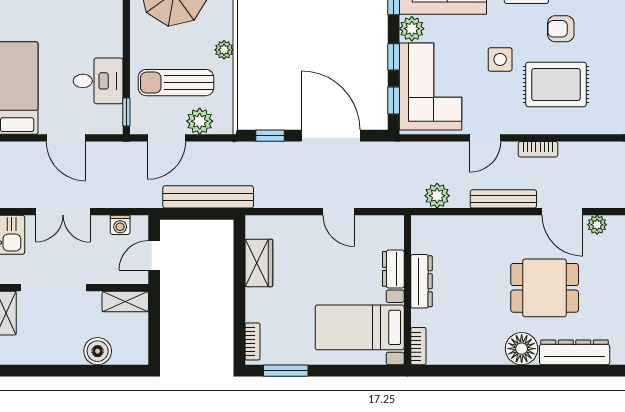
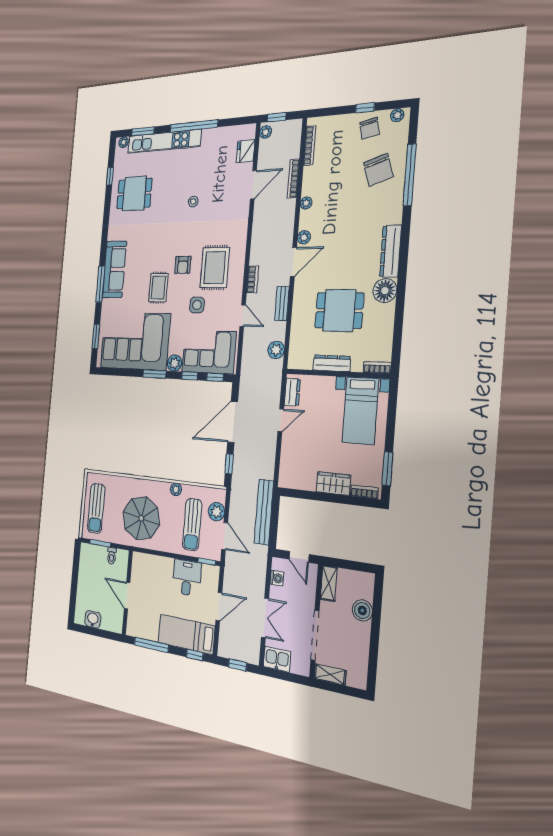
bench: (503, 199) -> (282, 303), width x0.73
wardrobe: (259, 263) -> (333, 484), moved
dresser: (393, 269) -> (292, 392), moved, turned -90
dining table: (545, 288) -> (339, 310), moved, turned 90

